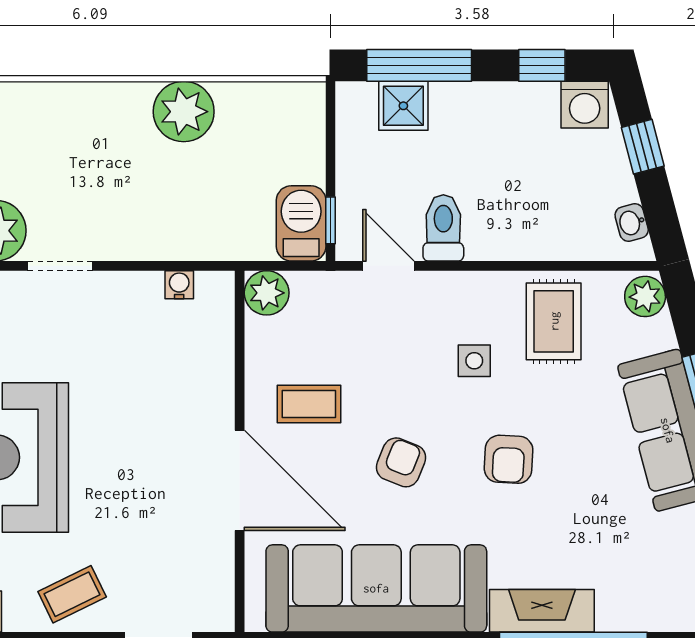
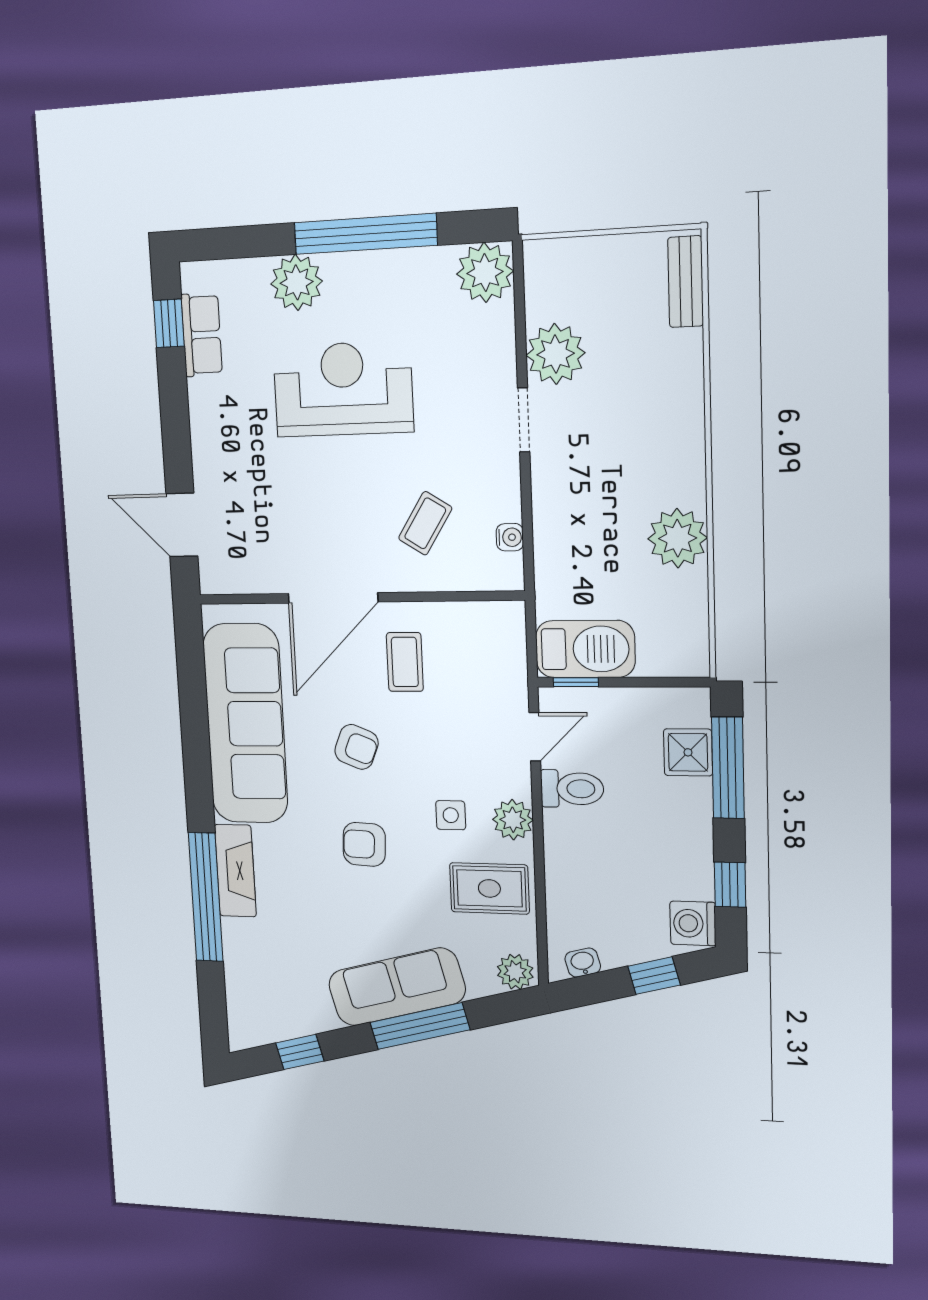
barbecue: (301, 223) -> (585, 649), width x1.37, depth x1.21
plant: (267, 293) -> (513, 820), moved
coffee table: (72, 594) -> (425, 523), moved, turned 58

